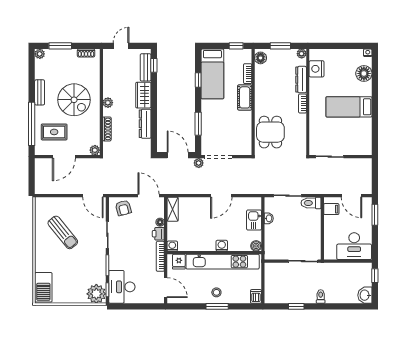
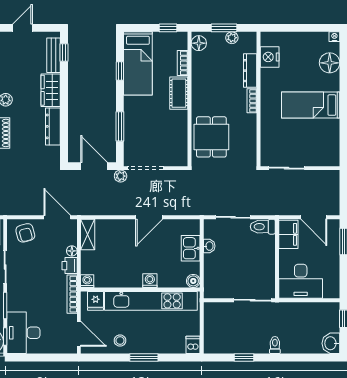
plant: (302, 54) -> (232, 38), moved
filing cabinet: (331, 209) -> (288, 234), width x2.00
desk: (354, 246) -> (301, 281), moved
stool: (216, 292) -> (120, 341), moved

